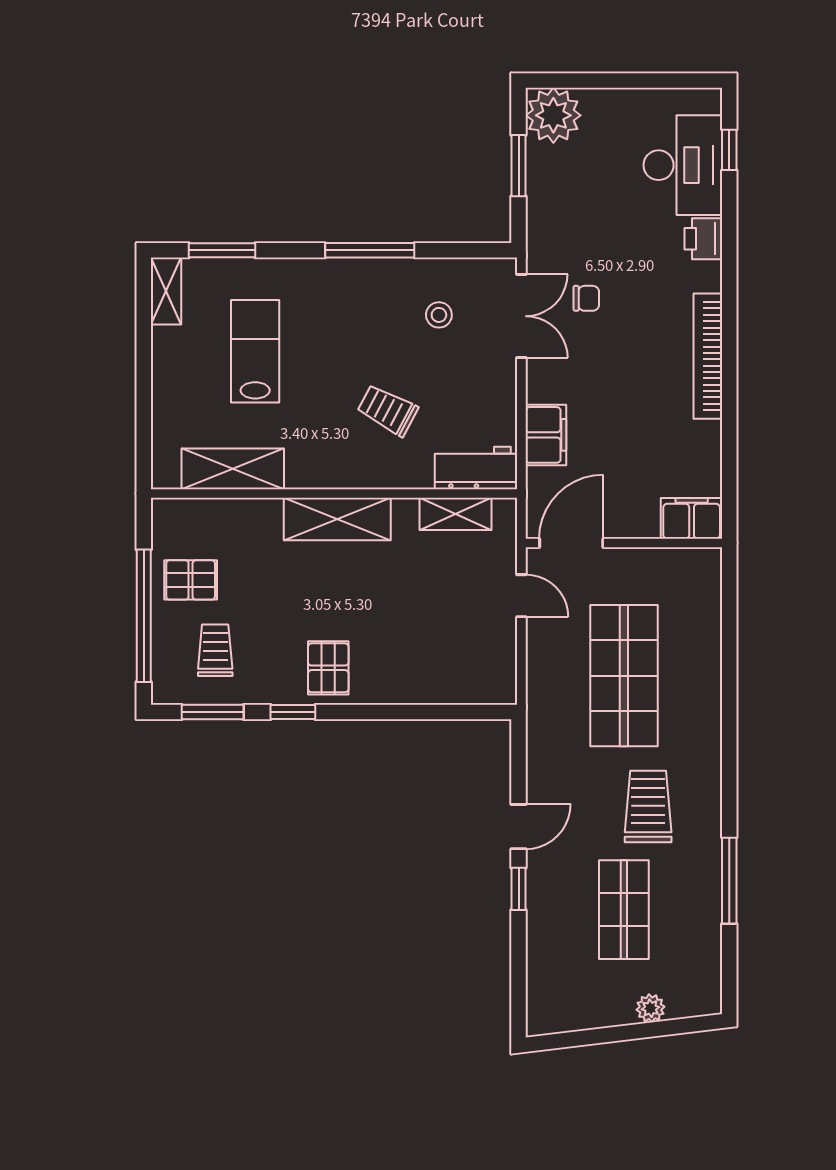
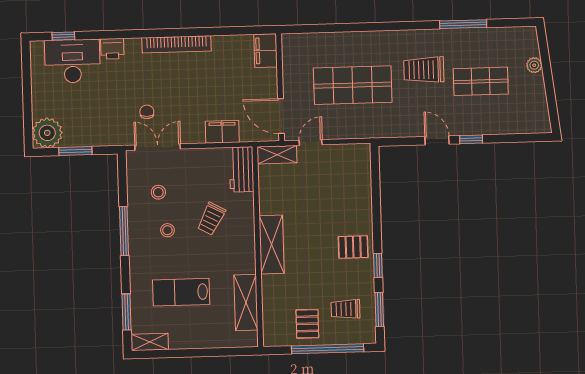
stool: (369, 330) -> (167, 230), added
shelving: (455, 514) -> (277, 155), moved, turned 90

